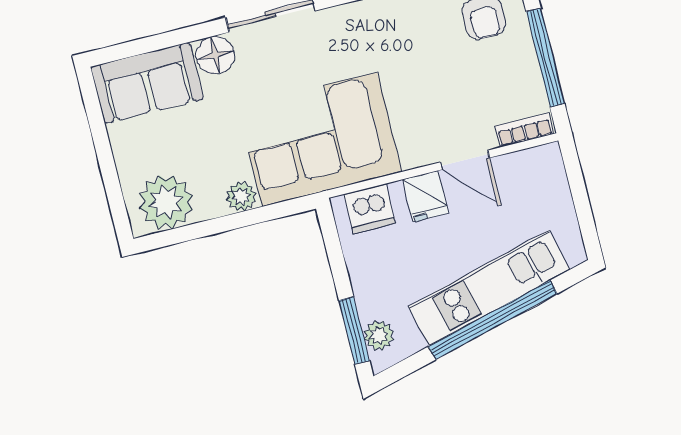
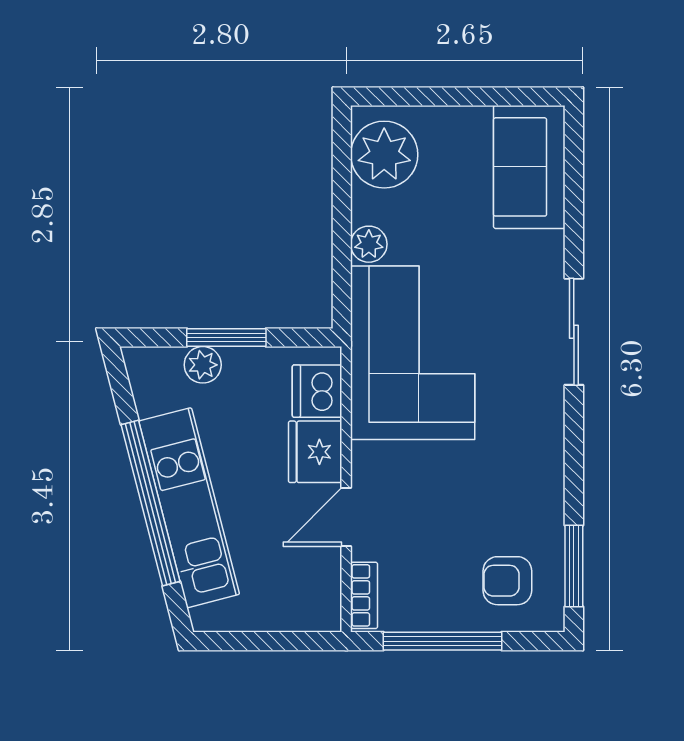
floor lamp: (215, 55) -> (542, 255), removed
fridge: (426, 196) -> (315, 452), width x1.38
window: (354, 331) -> (226, 338), moved
plant: (379, 335) -> (203, 365), moved

